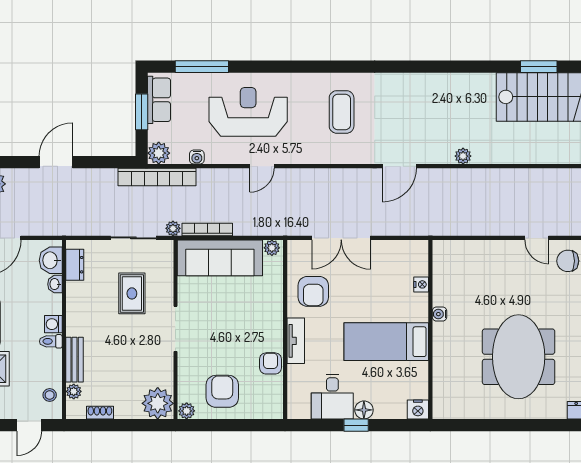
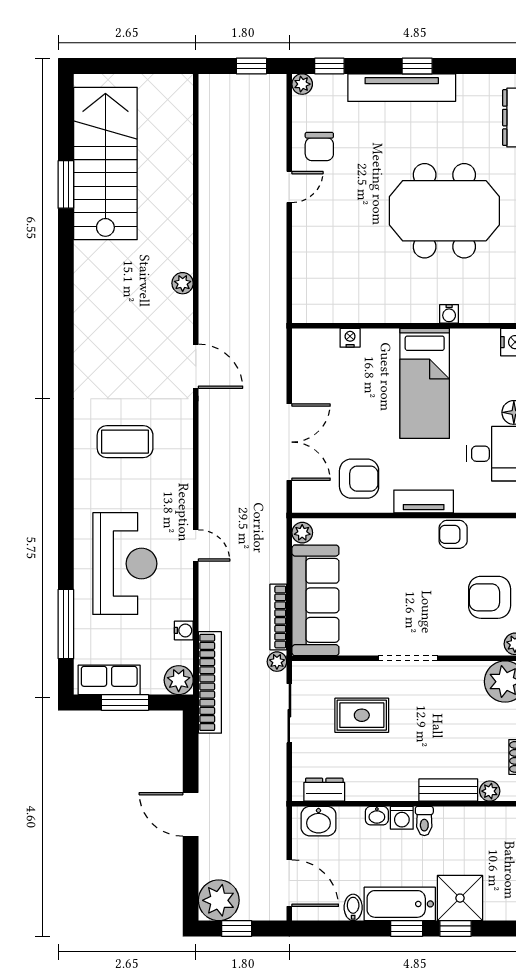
reception desk: (248, 112) -> (125, 564), turned 180
washbasin: (55, 284) -> (377, 816), moved
water cooler: (440, 314) -> (449, 314), moved
stool: (50, 395) -> (494, 823), removed

